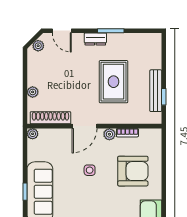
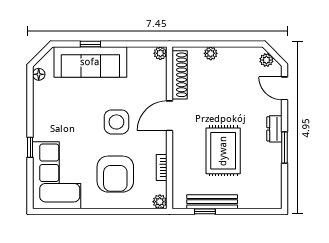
door: (62, 31) -> (285, 88), hinge flipped
rug: (114, 82) -> (223, 151), turned 90
door: (84, 126) -> (169, 116), hinge flipped
plant: (109, 134) -> (160, 202), moved
side table: (90, 170) -> (116, 122), width x1.87, depth x1.87

